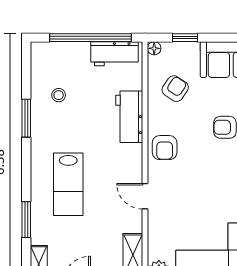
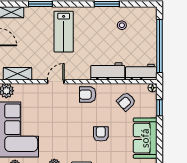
workbench: (115, 54) -> (141, 72), moved, turned 90
armchair: (175, 89) -> (126, 101), turned 104
lab bench: (68, 184) -> (64, 32), turned -90

